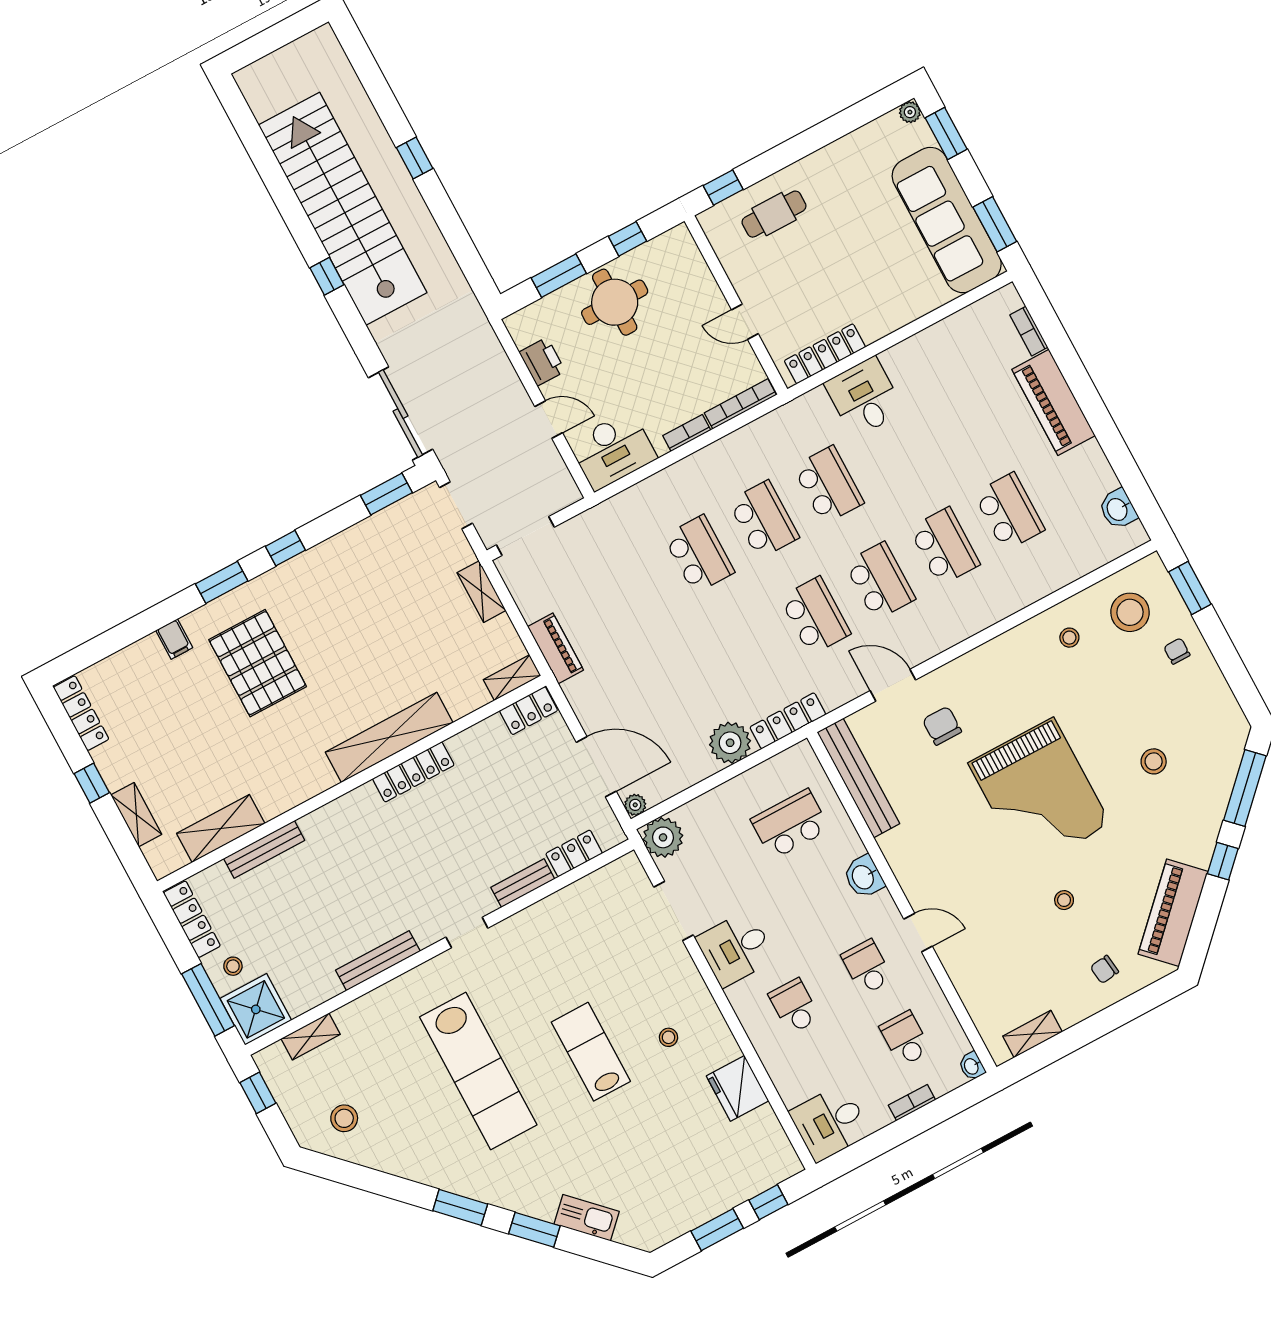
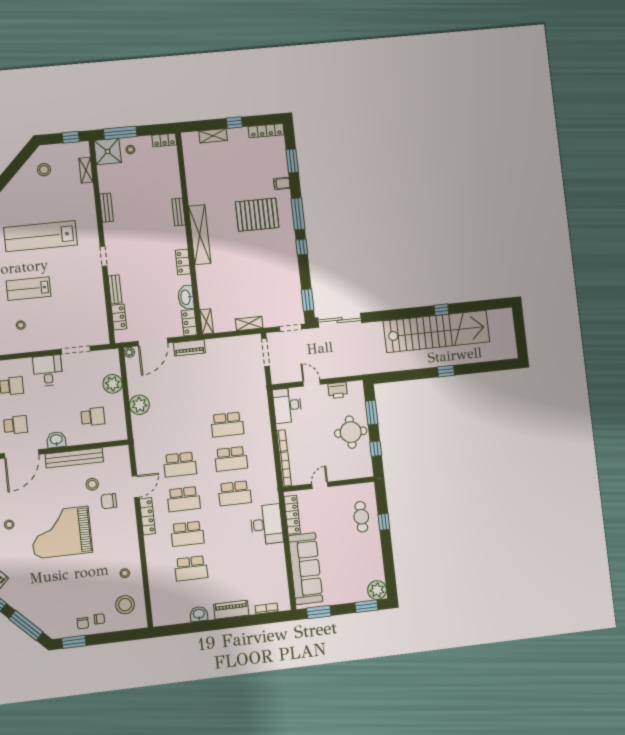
plant: (910, 112) -> (377, 590), width x1.88, depth x1.88
window: (723, 188) -> (384, 522), moved
sofa: (947, 220) -> (306, 569), moved, turned 90
window: (327, 276) -> (441, 310), moved
desk: (864, 397) -> (267, 524), width x1.37
piano: (1054, 402) -> (231, 610), width x0.73, depth x0.75
door: (549, 420) -> (312, 383), swing flipped
washbasin: (1118, 509) -> (199, 614), moved
window: (222, 582) -> (298, 214), width x1.44
window: (1190, 588) -> (74, 642), moved
window: (120, 637) -> (292, 161), added
piano: (555, 648) -> (189, 348), moved
chair: (1198, 680) -> (83, 623), added
locker: (788, 721) -> (147, 516), moved
chair: (942, 726) -> (109, 501), turned 180
shelving: (389, 737) -> (200, 235), moved
washbasin: (481, 738) -> (186, 297), added
stool: (1154, 761) -> (92, 484), moved
locker: (413, 772) -> (183, 262), width x0.66
bench: (858, 778) -> (74, 458), moved
school desk: (790, 824) -> (93, 417), width x0.54
shelving: (221, 828) -> (192, 169), removed
plant: (663, 837) -> (113, 384), moved
bench: (264, 849) -> (179, 212), moved, width x0.73
locker: (192, 919) -> (164, 140), width x0.66
door: (918, 933) -> (22, 454), width x1.87
bench: (378, 961) -> (106, 208), width x0.73
lab bench: (591, 1052) -> (29, 289), turned 180

